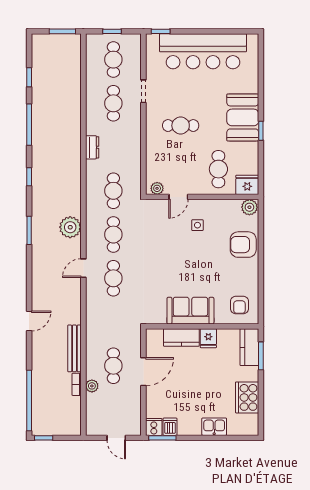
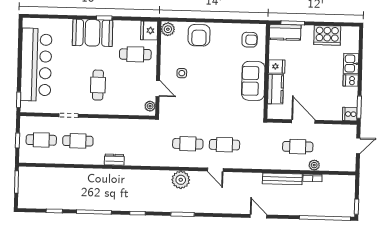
cafe table: (113, 191) -> (151, 143), removed
dishwasher: (170, 427) -> (351, 80), moved

